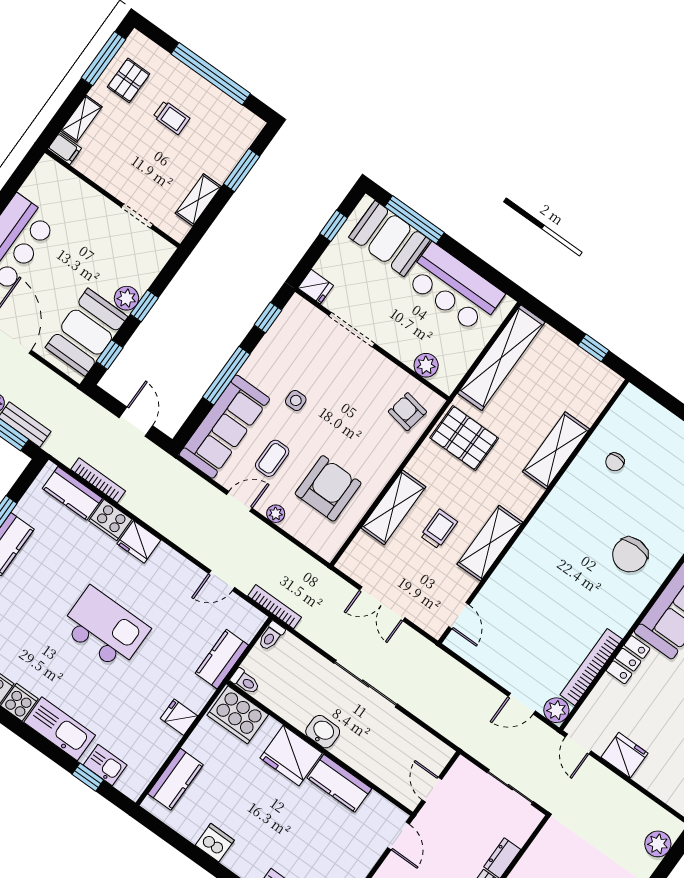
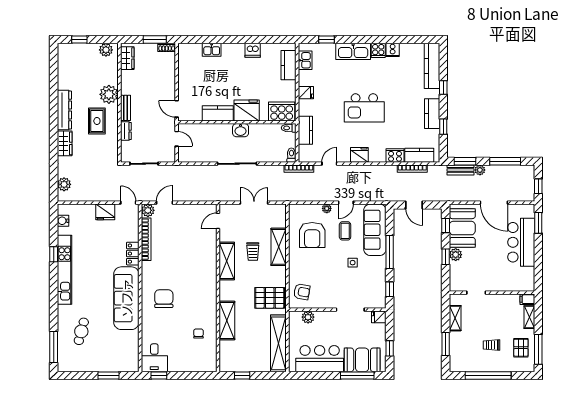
fridge: (139, 542) -> (359, 155), moved
door: (459, 616) -> (218, 221), hinge flipped
kitchen sink: (105, 765) -> (305, 60), moved, turned -90

